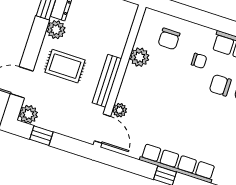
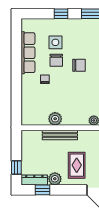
chair: (169, 39) -> (79, 65), moved
bench: (107, 81) -> (60, 135), moved

